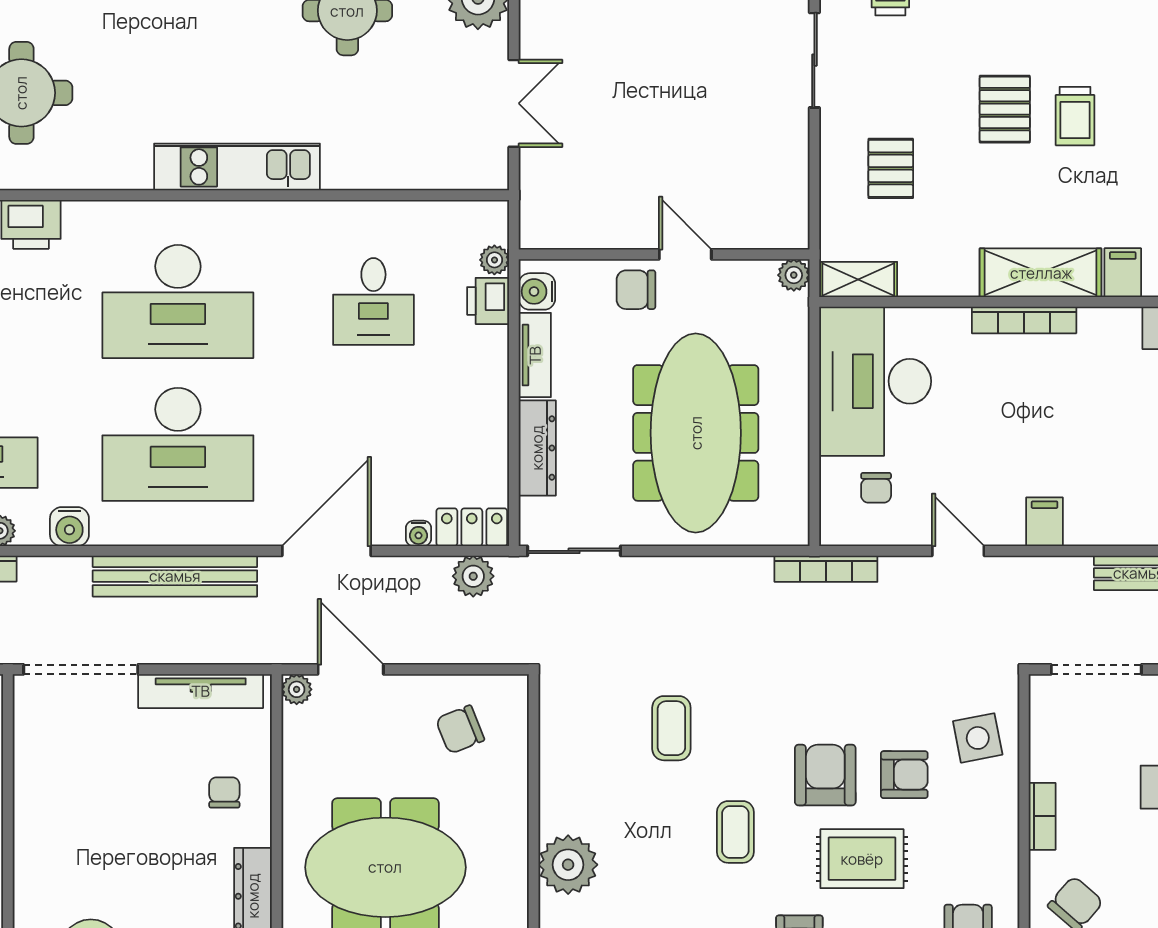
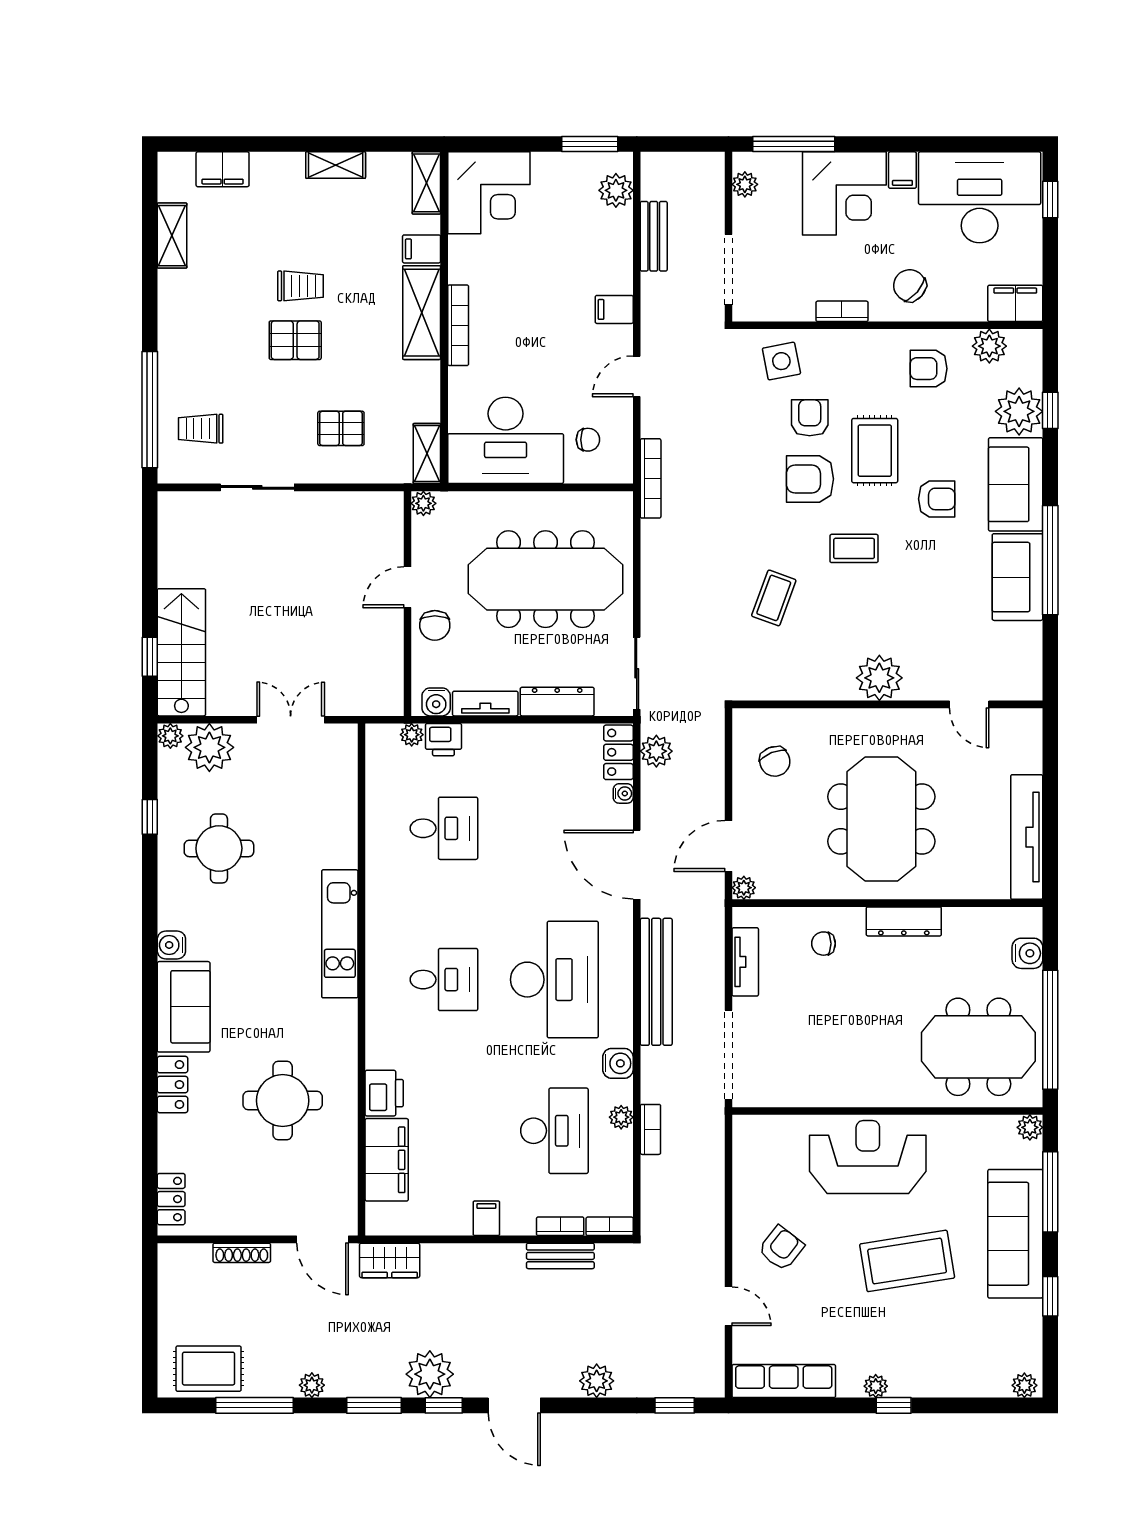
desk: (178, 302) -> (444, 980), width x0.53, depth x0.77
tv unit: (201, 691) -> (745, 962), width x0.71
coffee table: (671, 728) -> (774, 598), turned -70

